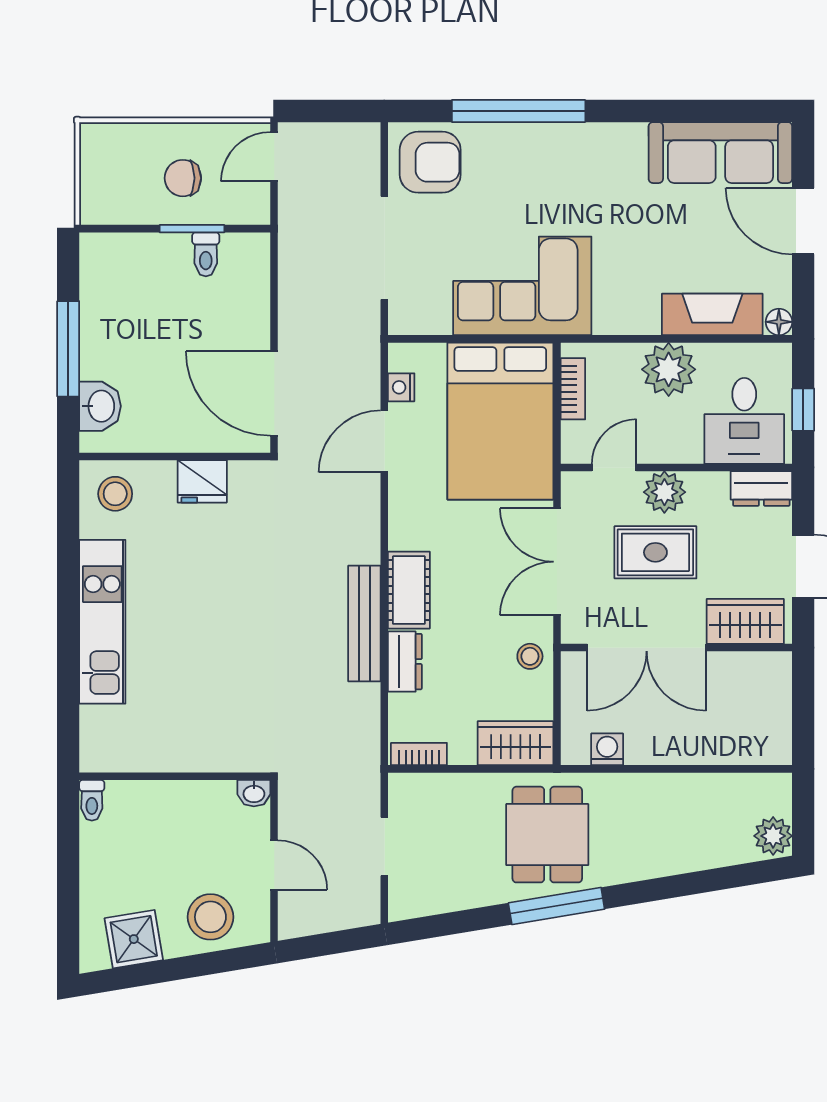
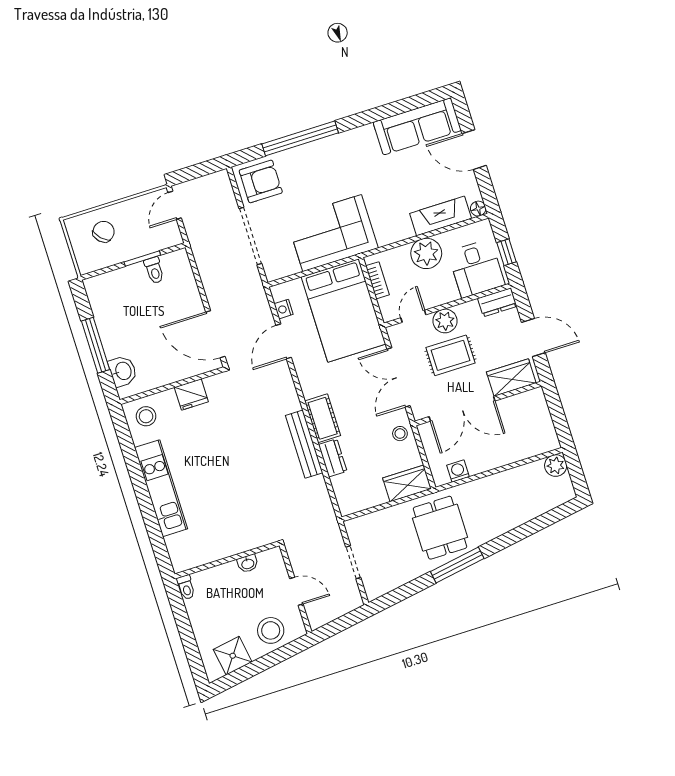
chair: (183, 178) -> (104, 232), moved, turned 136
bookcase: (419, 754) -> (356, 506), removed
washbasin: (254, 793) -> (248, 564), moved
plant: (773, 836) -> (556, 466), moved

